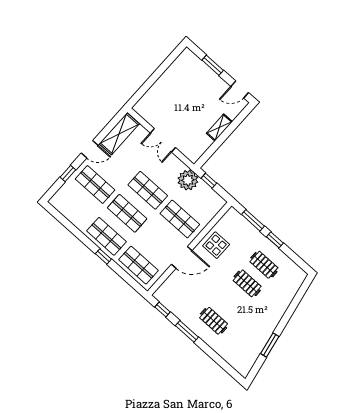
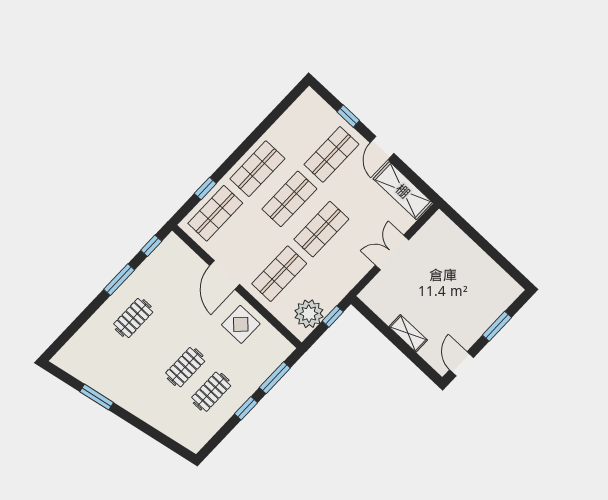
plant: (188, 180) -> (309, 314), moved
window: (103, 256) -> (205, 188), moved

